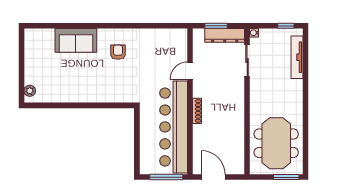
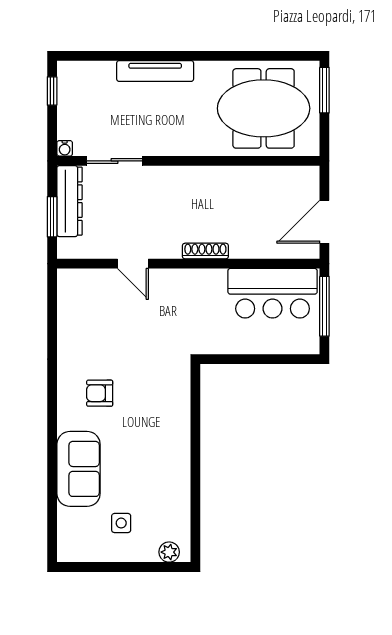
tv unit: (297, 57) -> (155, 71), moved
side table: (46, 64) -> (121, 523), added
bar counter: (174, 127) -> (273, 293), width x0.54

